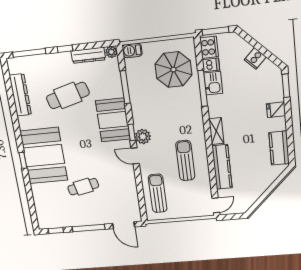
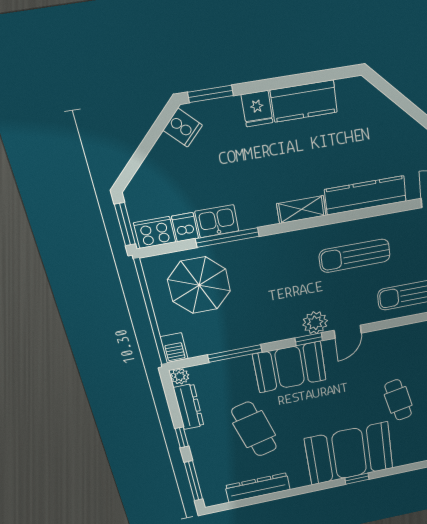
cooker: (255, 58) -> (183, 128), moved
kitchen counter: (279, 148) -> (304, 101), moved

